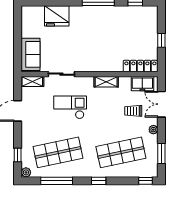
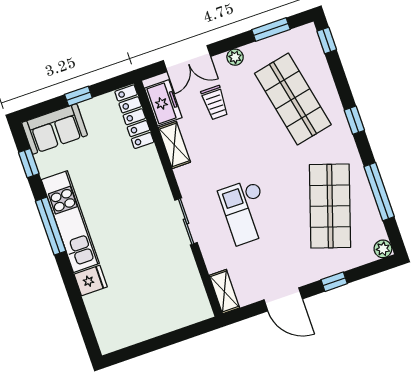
kitchen unit: (97, 13) -> (70, 222), added
fridge: (57, 16) -> (91, 280), width x0.53, depth x0.75
sofa: (30, 54) -> (55, 129), moved, turned 180
sliding door: (61, 74) -> (186, 221), moved
shelving: (106, 82) -> (174, 145), moved
shop shelf: (58, 152) -> (330, 206), turned 30
window: (18, 155) -> (334, 282), moved

